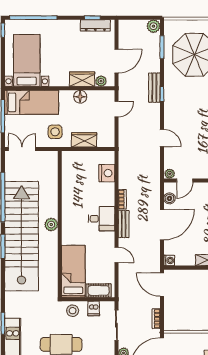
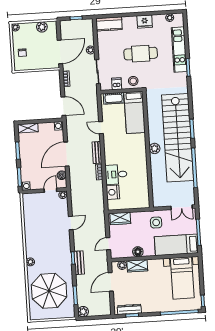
door: (162, 138) -> (71, 223), swing flipped
wardrobe: (84, 140) -> (120, 218), moved
desk: (101, 219) -> (116, 174), moved

